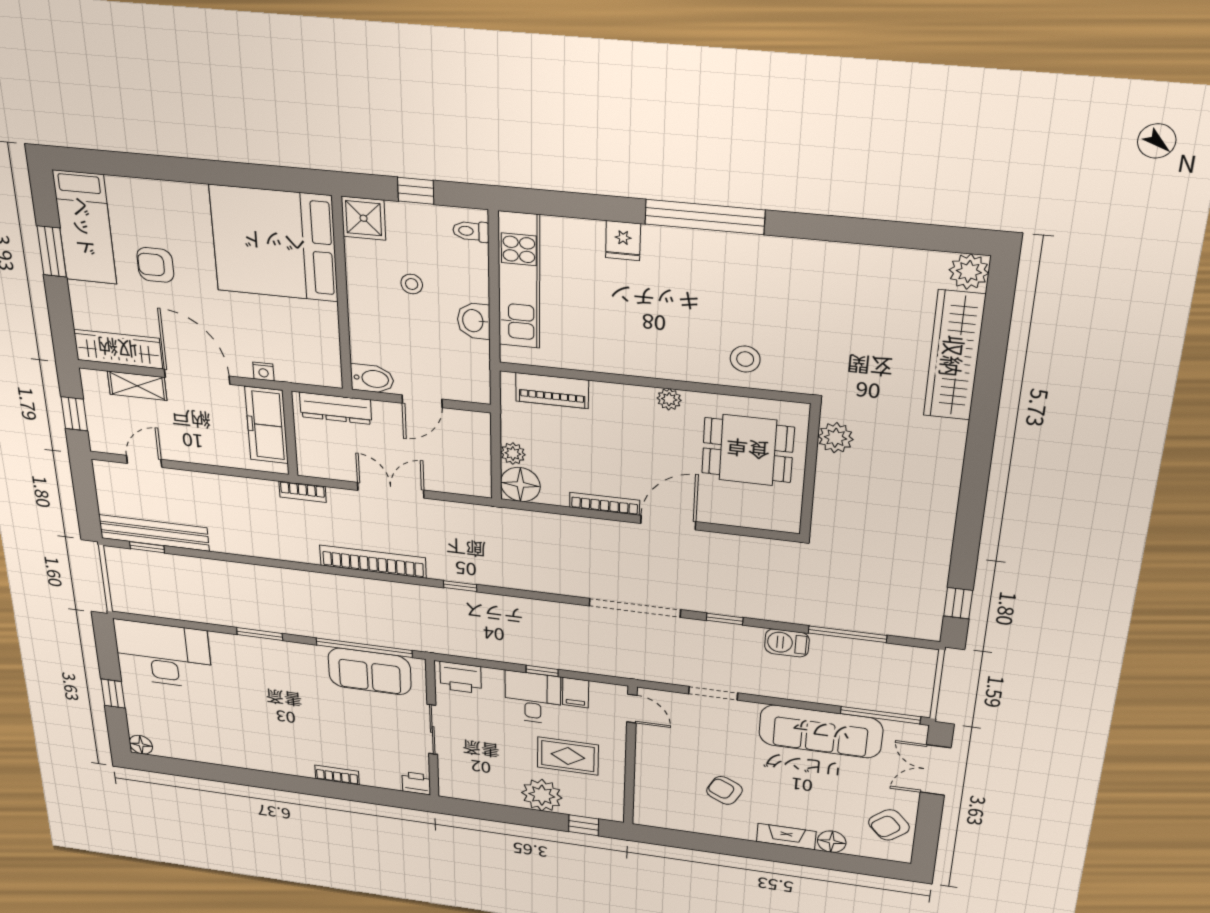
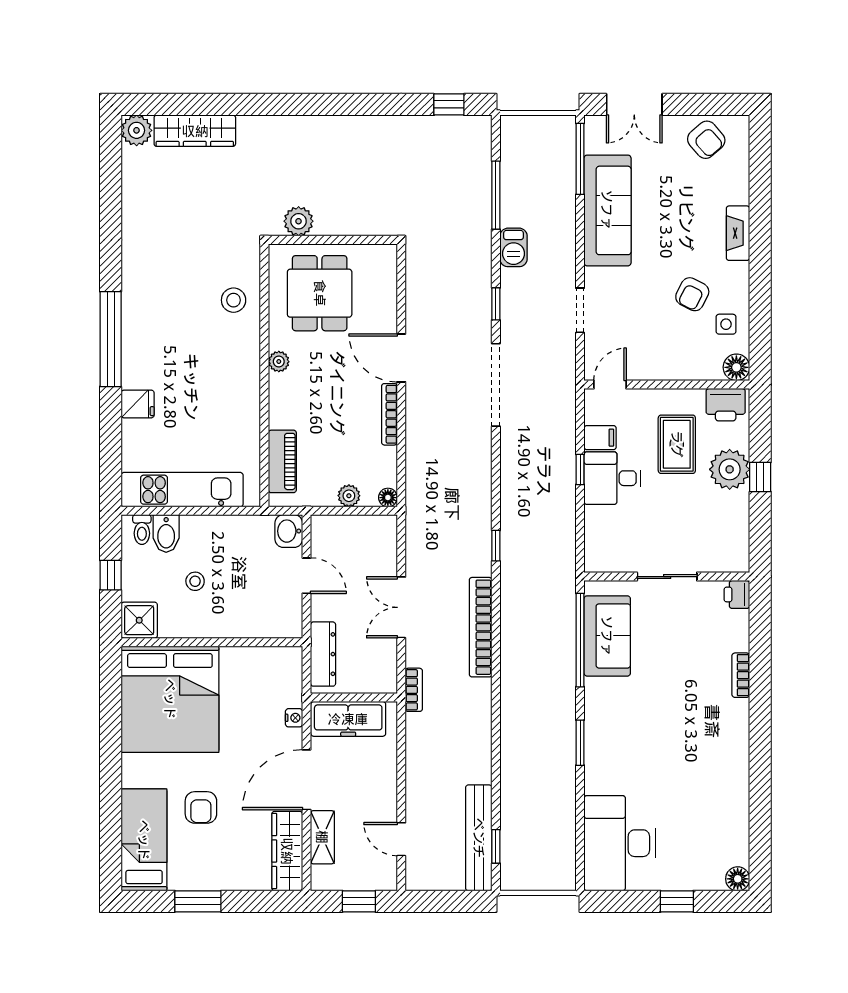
bed: (85, 227) -> (144, 840), moved, turned -90
washbasin: (474, 321) -> (289, 531), moved, turned 90
wardrobe: (954, 356) -> (195, 131), width x0.71, depth x0.85
bidet: (372, 379) -> (166, 534), moved, turned 180
floor lamp: (520, 485) -> (388, 498), width x0.53, depth x0.53
printer: (461, 678) -> (726, 405), moved, turned 90
side table: (691, 813) -> (726, 324), added
window: (584, 825) -> (760, 477), moved
floor lamp: (832, 842) -> (736, 367), moved

